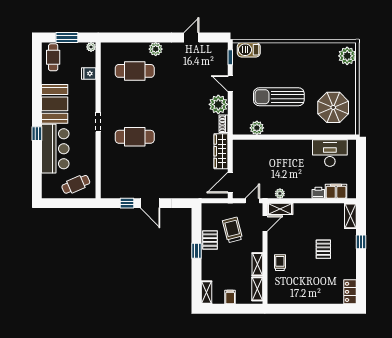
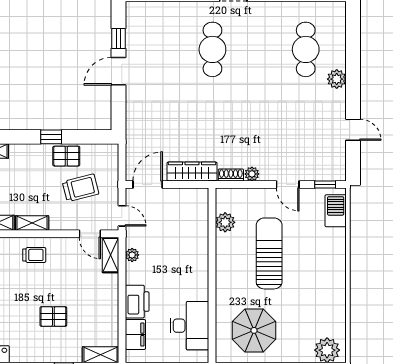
door: (230, 84) -> (288, 185), swing flipped
plant: (218, 104) -> (252, 174), width x0.53, depth x0.53
door: (230, 183) -> (148, 185), hinge flipped
printer: (318, 193) -> (137, 302), width x1.87, depth x1.48

